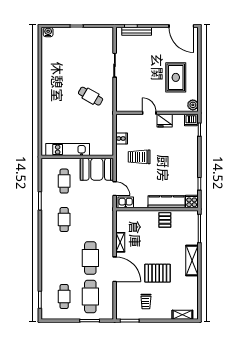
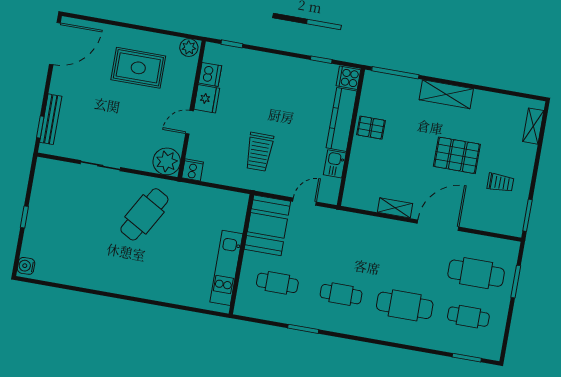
cafe table: (91, 96) -> (144, 214), width x1.37, depth x1.35
plant: (124, 104) -> (167, 161), added
dishwasher: (191, 120) -> (210, 74), moved
cooker: (122, 138) -> (193, 170), moved
kitchen sink: (126, 202) -> (335, 164), moved
cafe table: (90, 258) -> (405, 305), moved
pallet: (157, 273) -> (457, 155), turned 90

